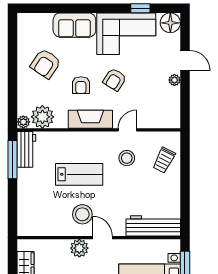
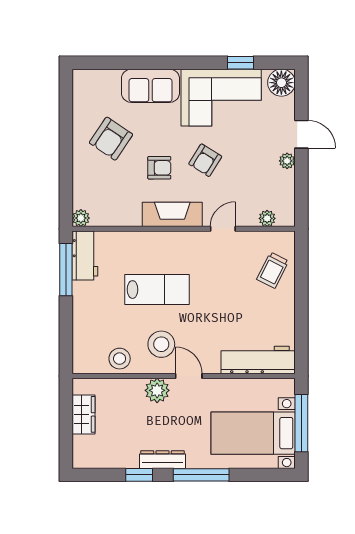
armchair: (81, 85) -> (159, 168), turned -90
plant: (42, 117) -> (267, 218), moved, width x0.53, depth x0.53
stool: (127, 158) -> (120, 359), moved

